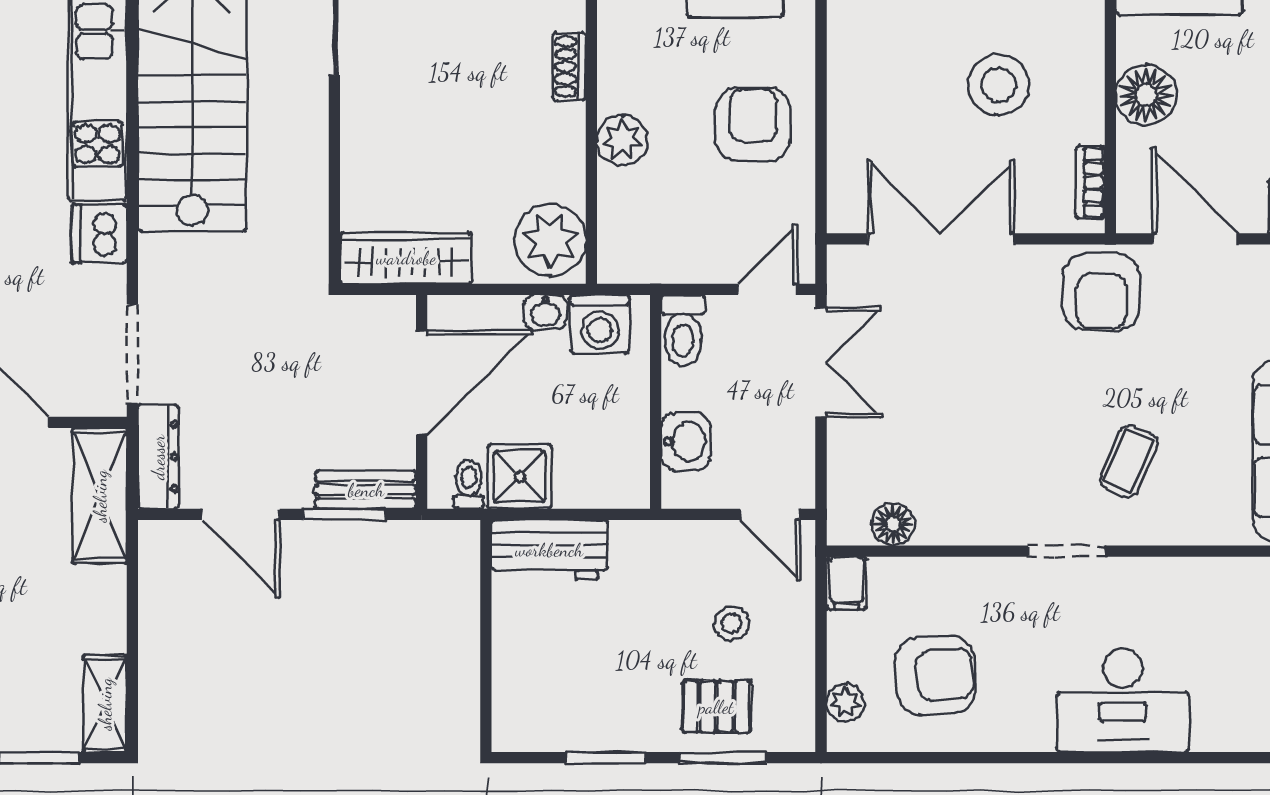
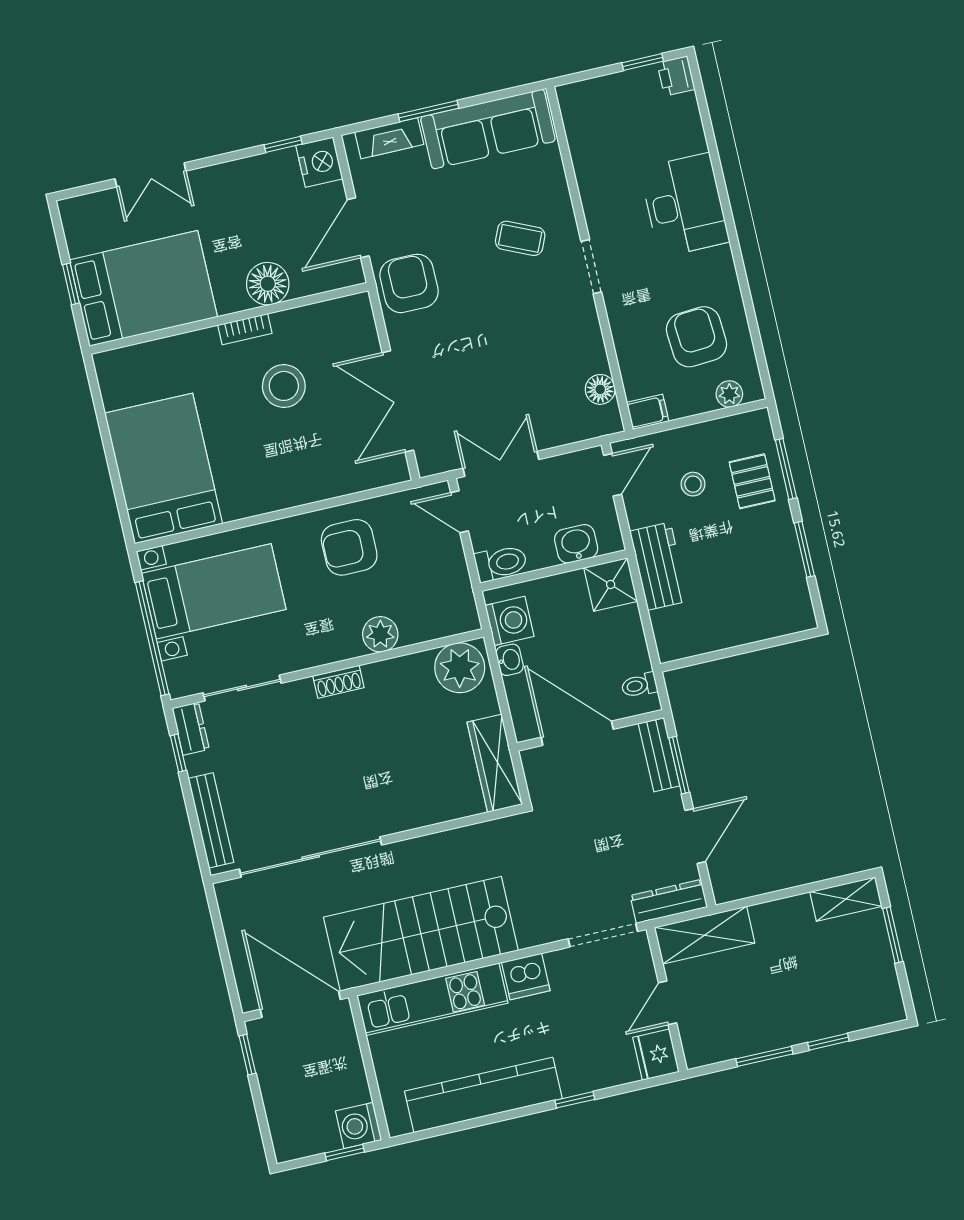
bookcase: (1090, 182) -> (245, 329), moved
armchair: (1101, 292) -> (409, 283), turned -90
shower: (519, 477) -> (611, 584), moved
workbench: (549, 550) -> (659, 566), moved

